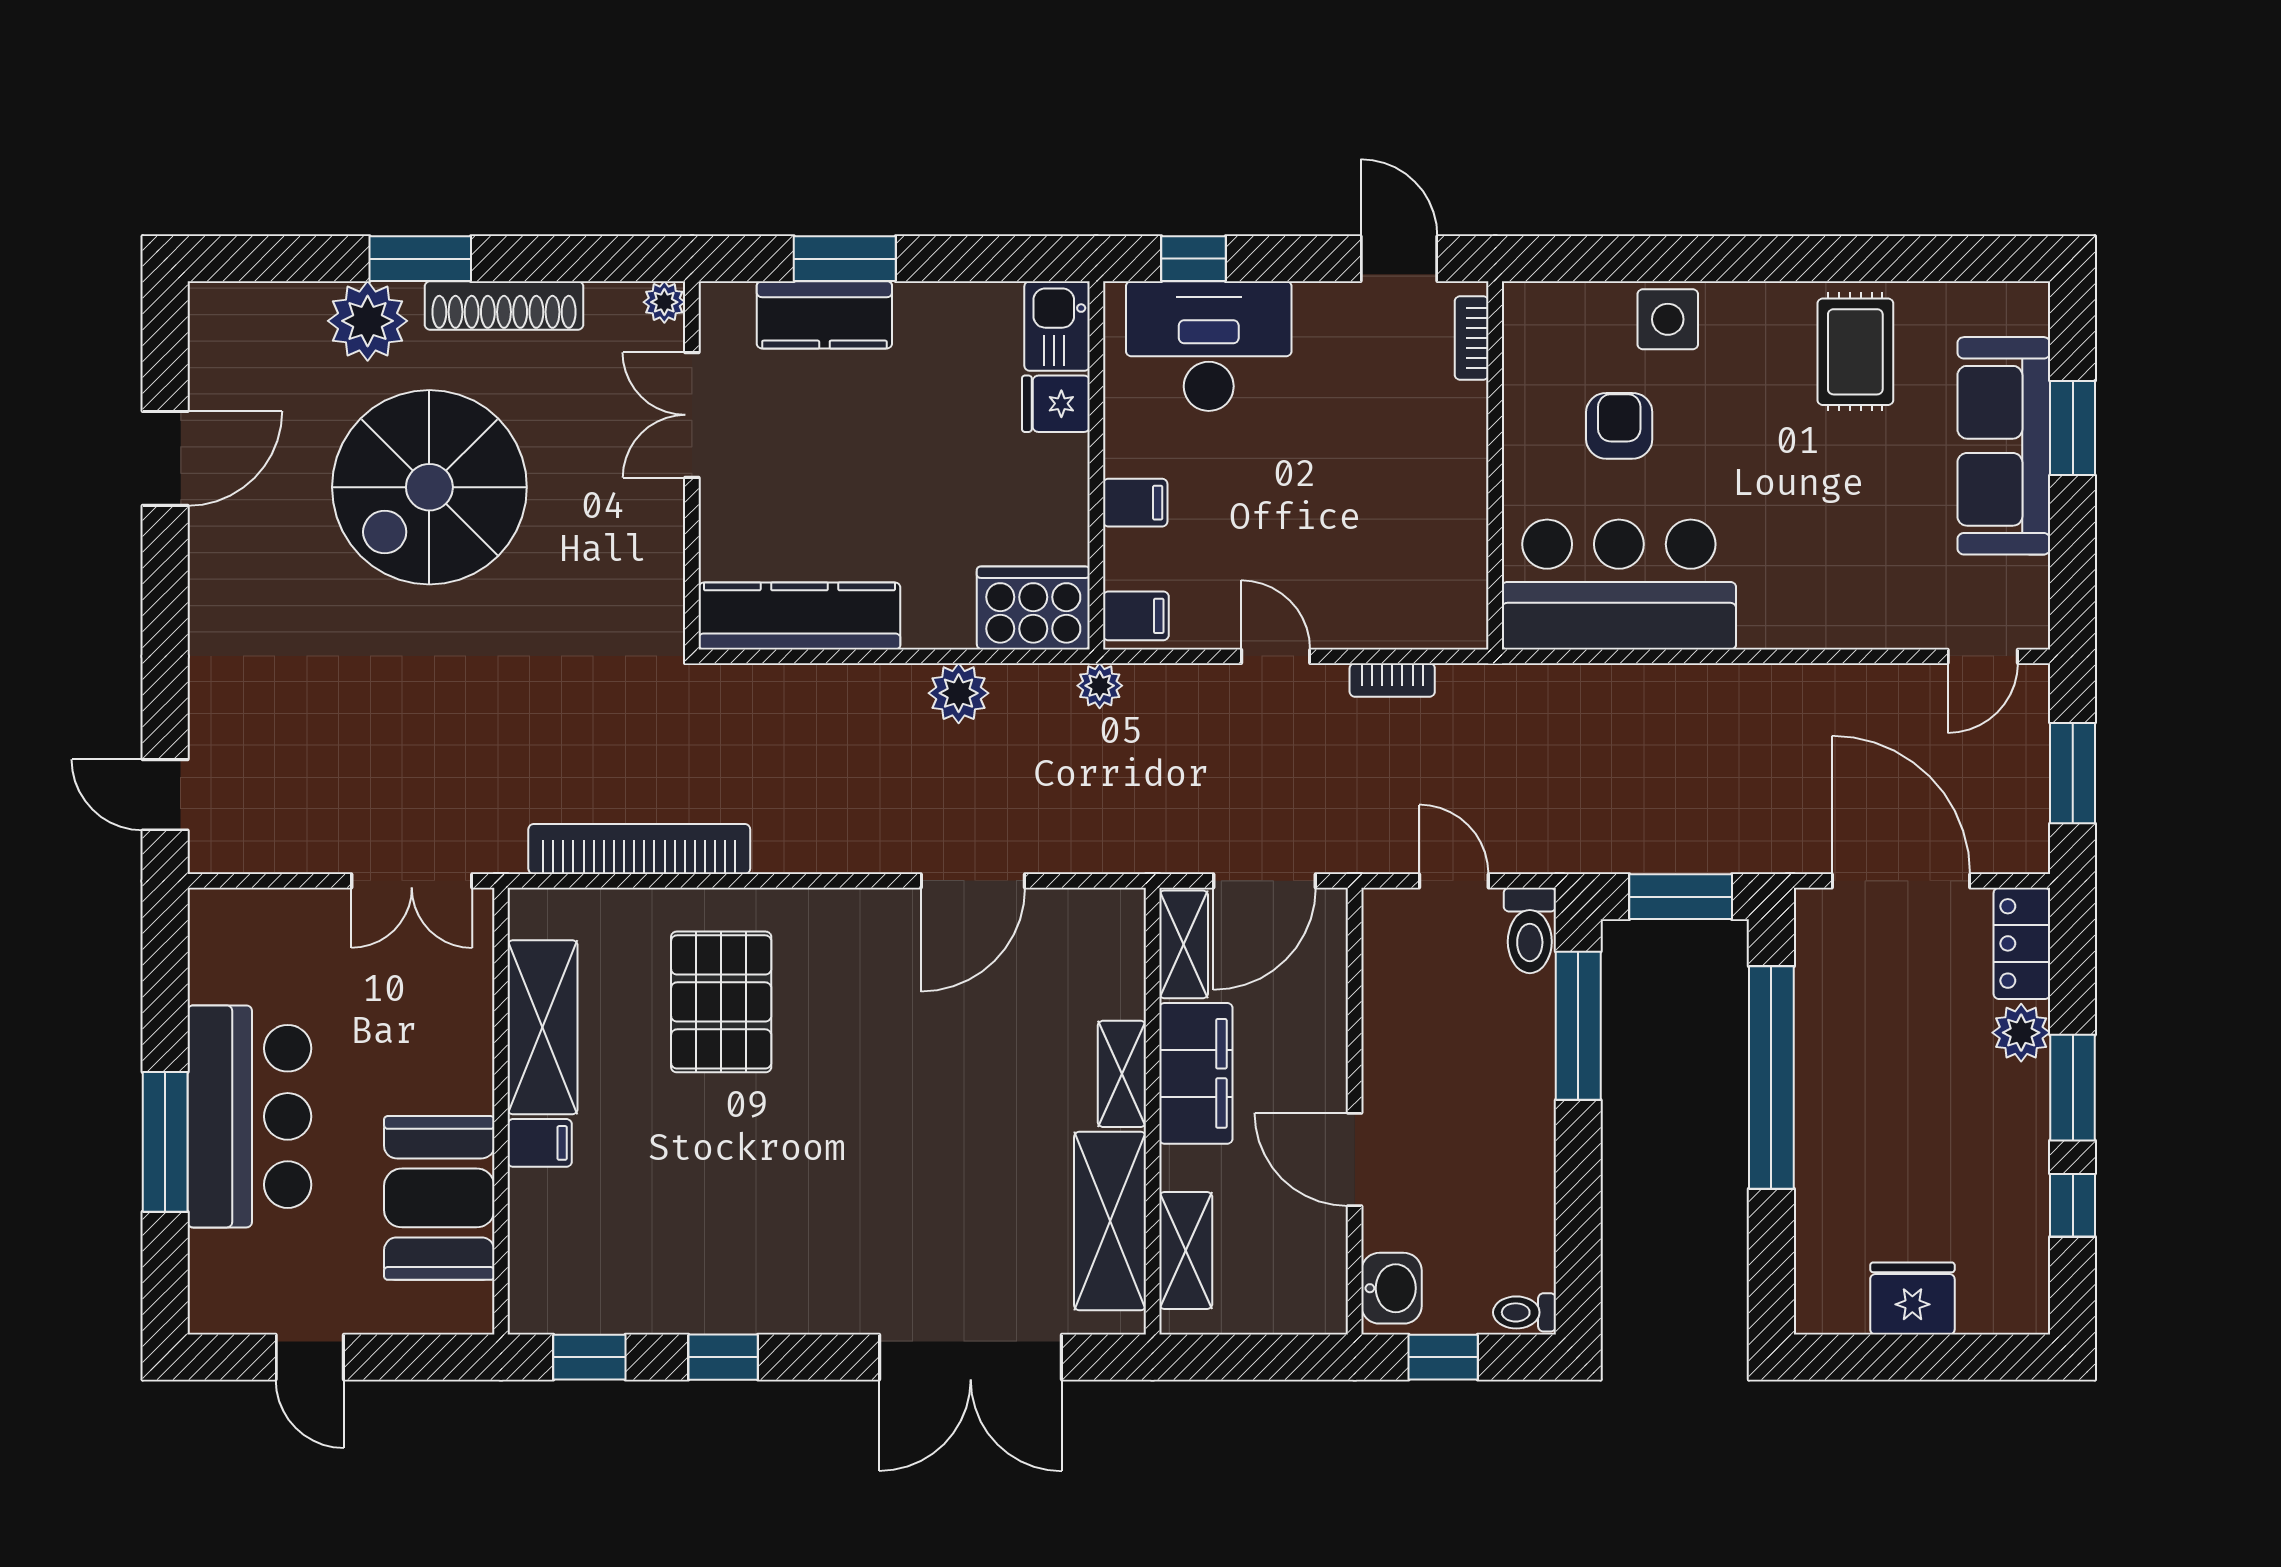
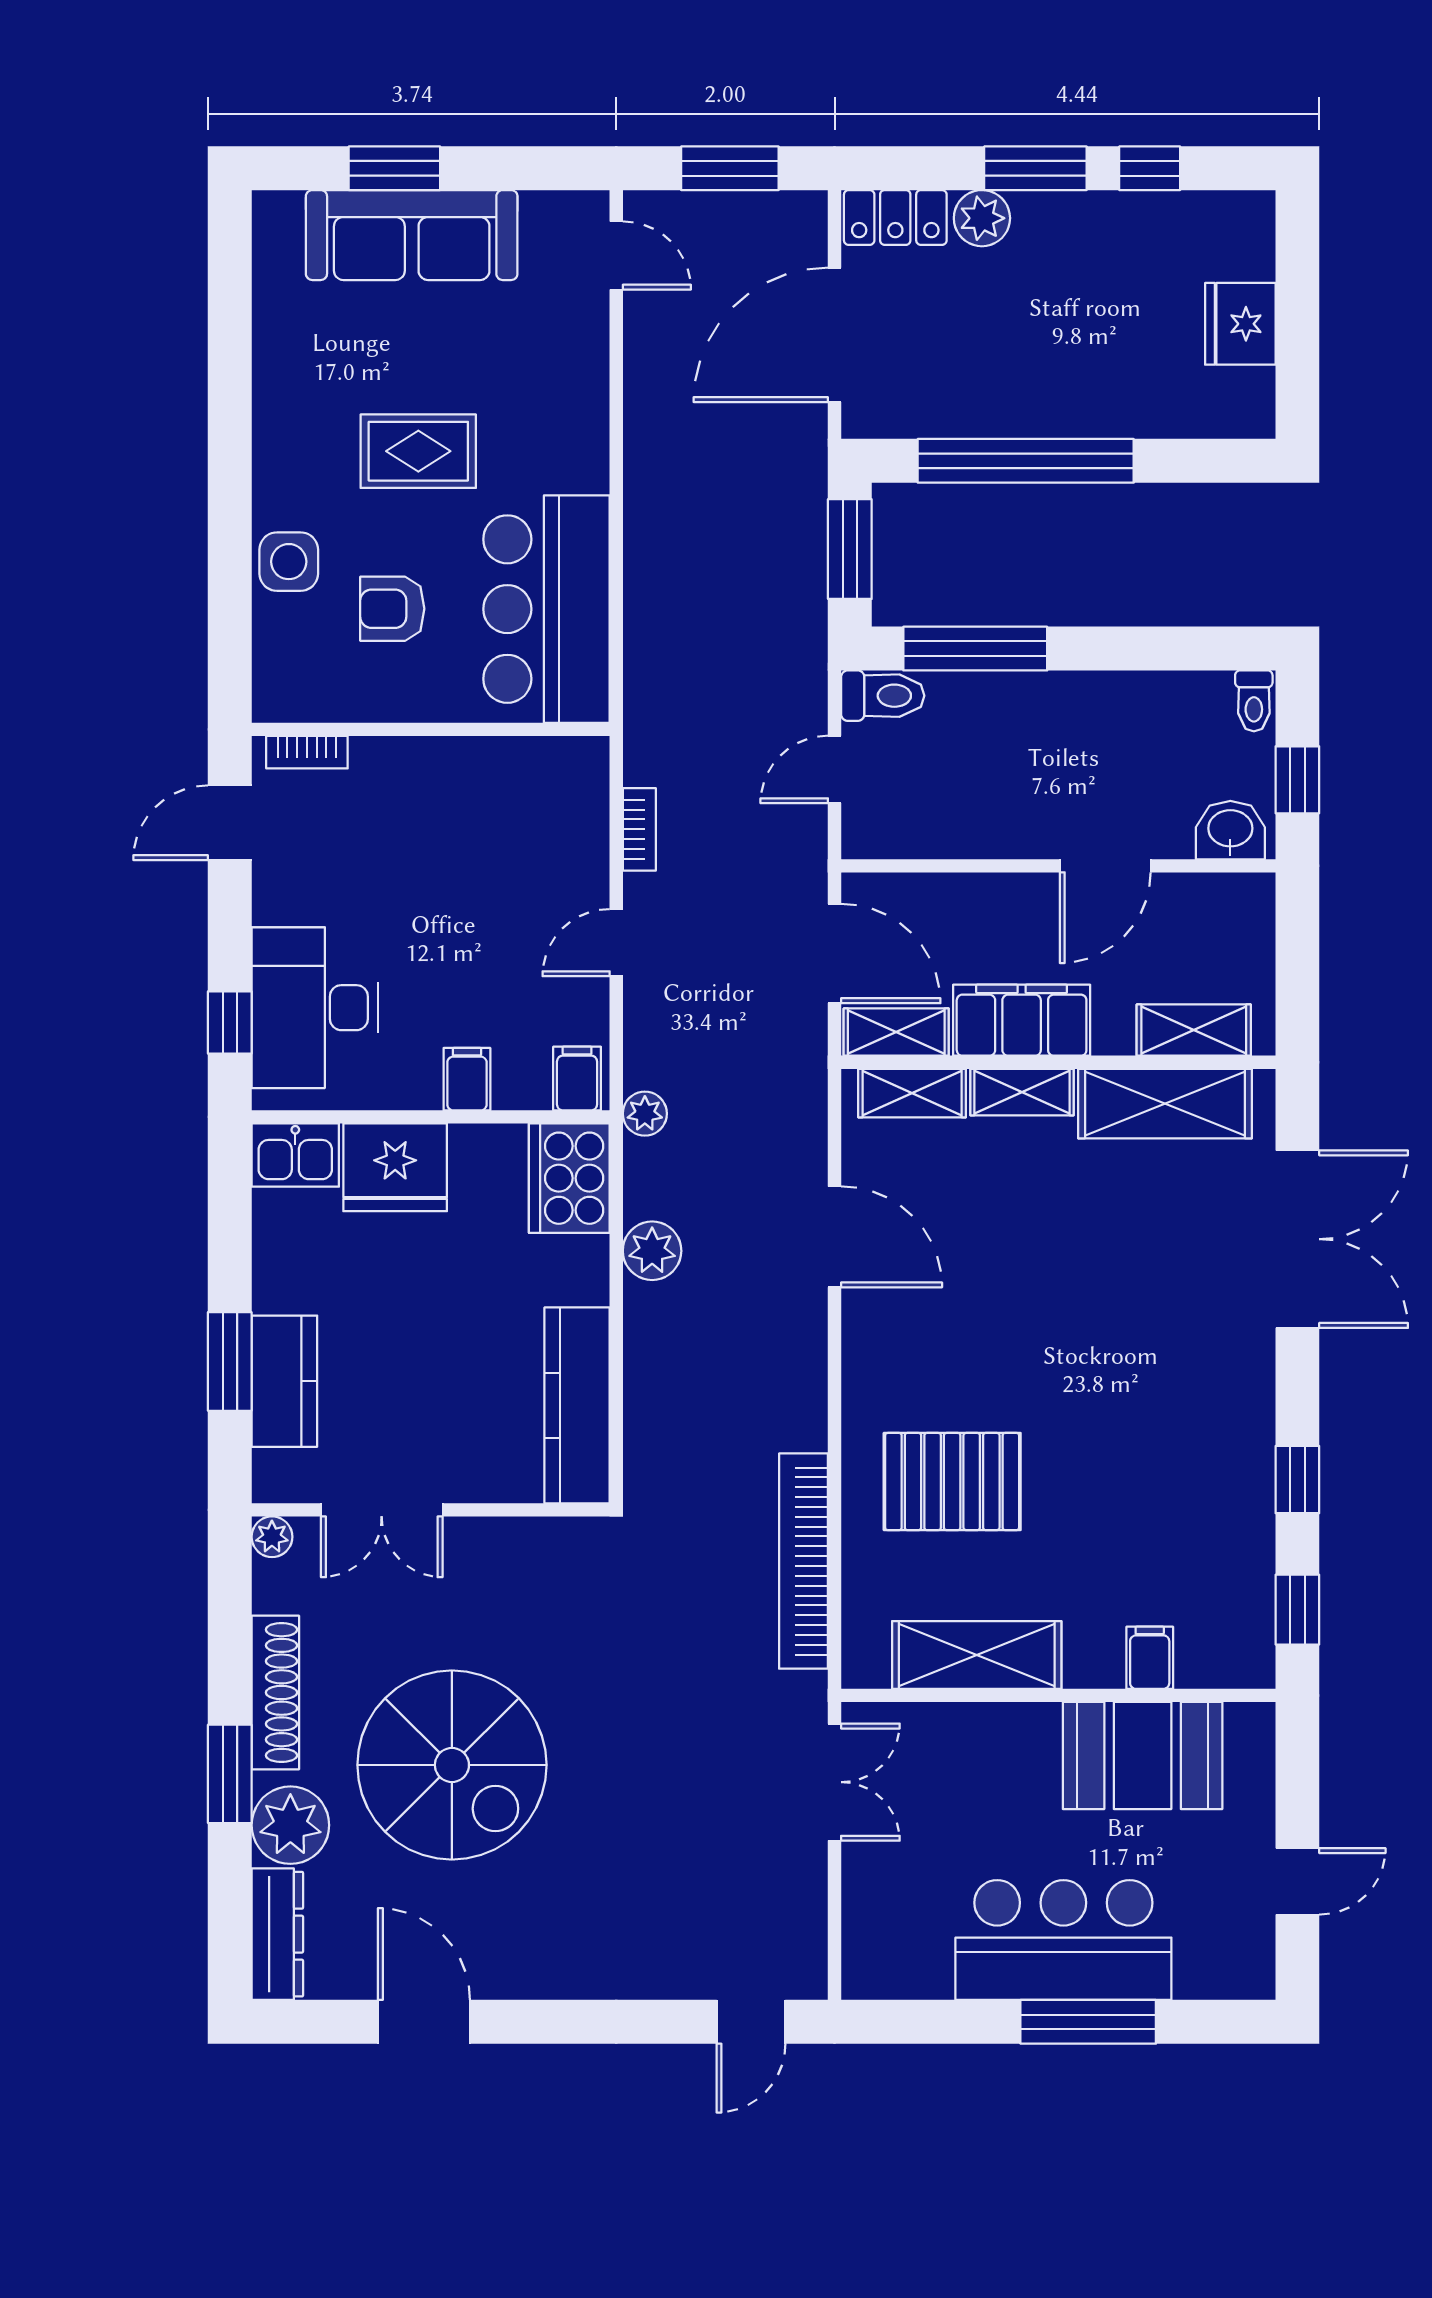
dresser: (255, 308) -> (277, 1934), added
rug: (1855, 352) -> (418, 451), moved
fridge: (1056, 404) -> (395, 1167), width x1.88, depth x1.34
shelving: (1121, 961) -> (912, 1093), added
filing cabinet: (540, 1143) -> (1150, 1658), moved

